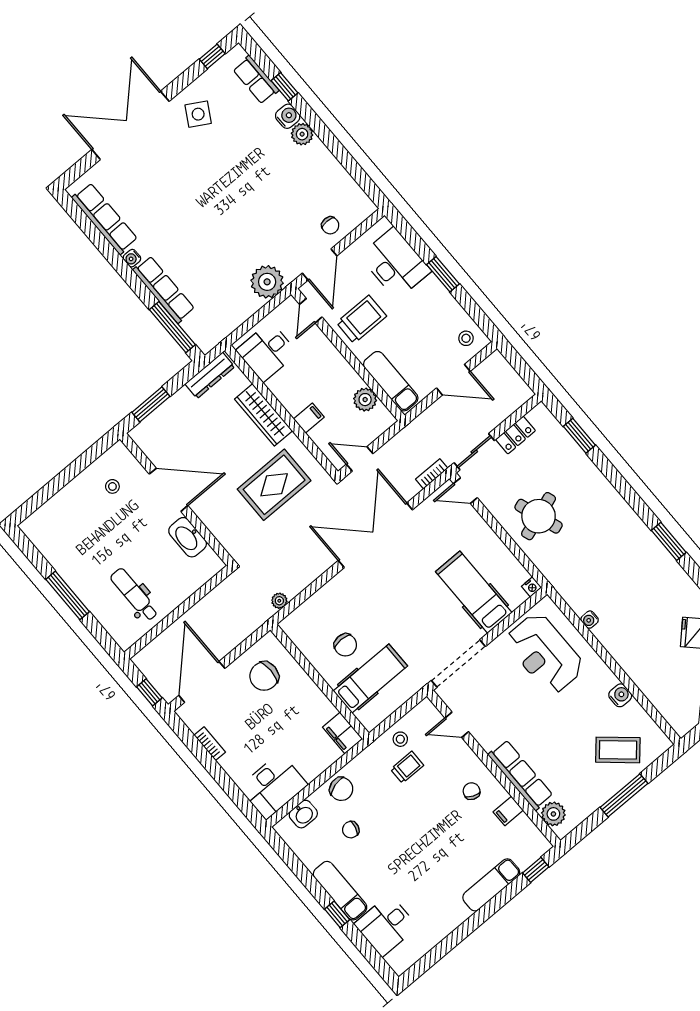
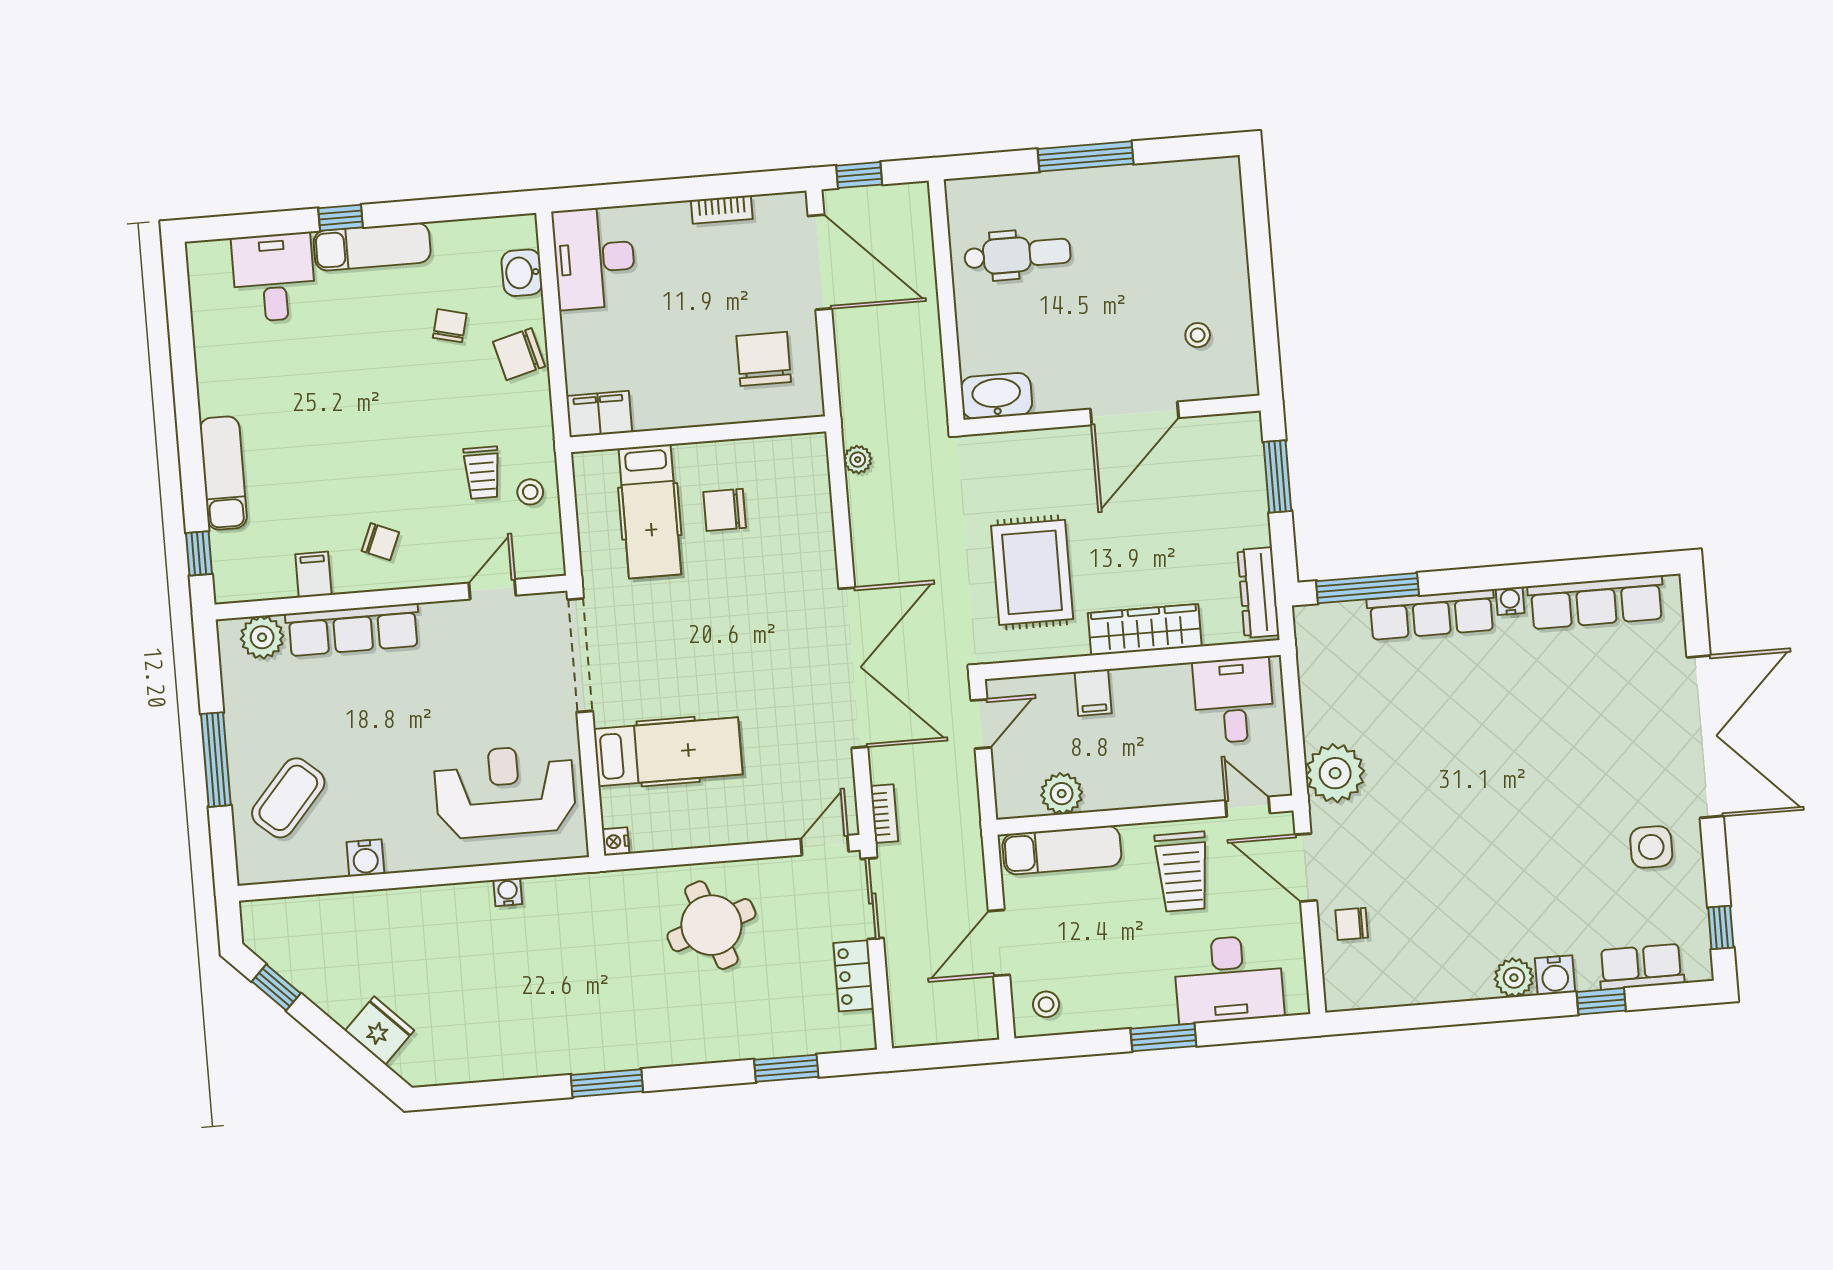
side table: (198, 114) -> (1651, 847), turned -30
washbasin: (188, 537) -> (996, 396), moved
window: (669, 541) -> (607, 1083), moved

